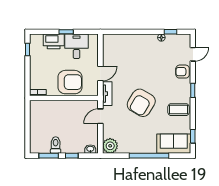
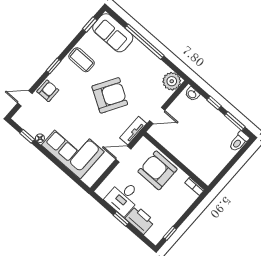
corner sofa: (135, 49) -> (73, 148), added
armchair: (183, 72) -> (48, 91), turned -90
toilet: (56, 145) -> (239, 142), moved

